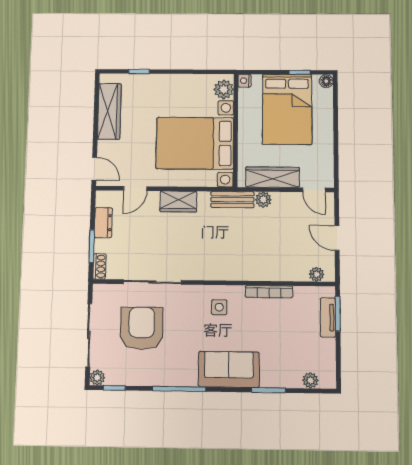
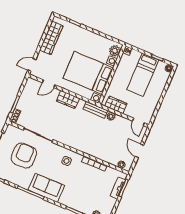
bed: (287, 109) -> (143, 75), width x0.67
door: (94, 169) -> (32, 65), swing flipped
wardrobe: (273, 177) -> (116, 105), width x0.67
dresser: (103, 223) -> (26, 95), removed
sofa: (229, 369) -> (46, 188), moved

